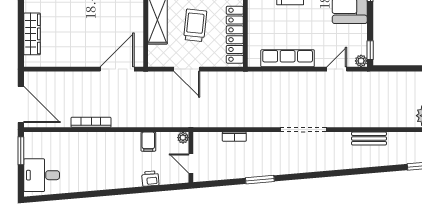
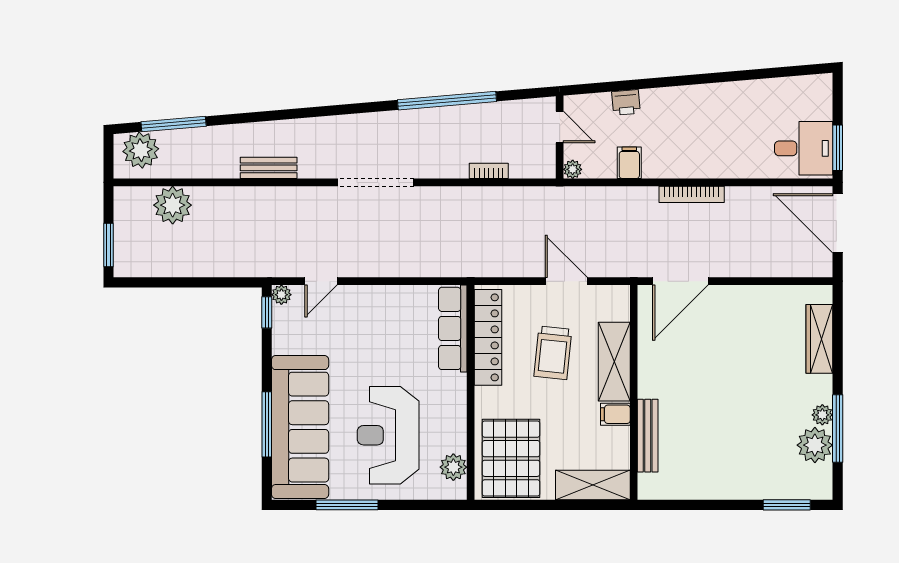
row of seats: (288, 58) -> (453, 328), moved, turned 90
bookcase: (91, 122) -> (692, 194), moved
desk: (42, 175) -> (804, 148), moved
window: (260, 180) -> (447, 101), width x2.11

